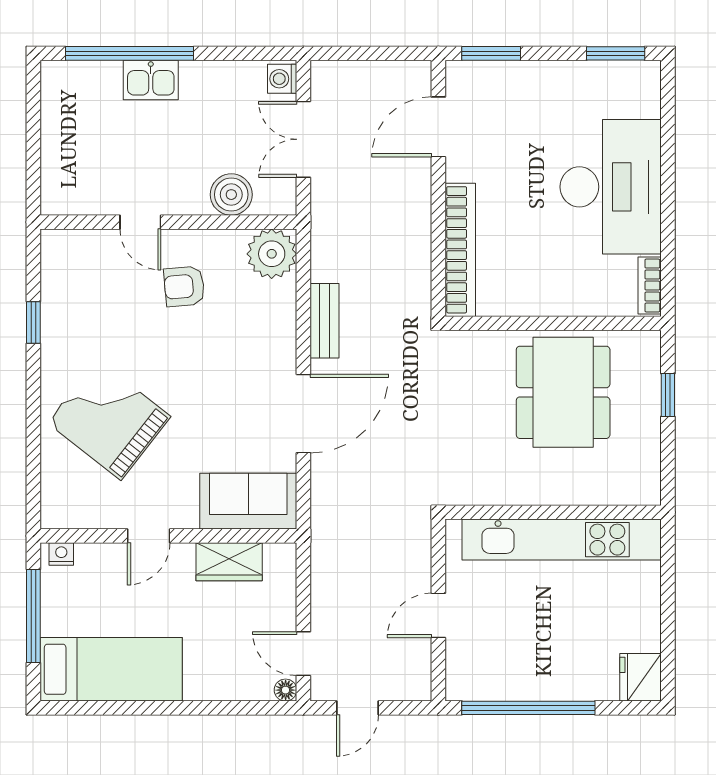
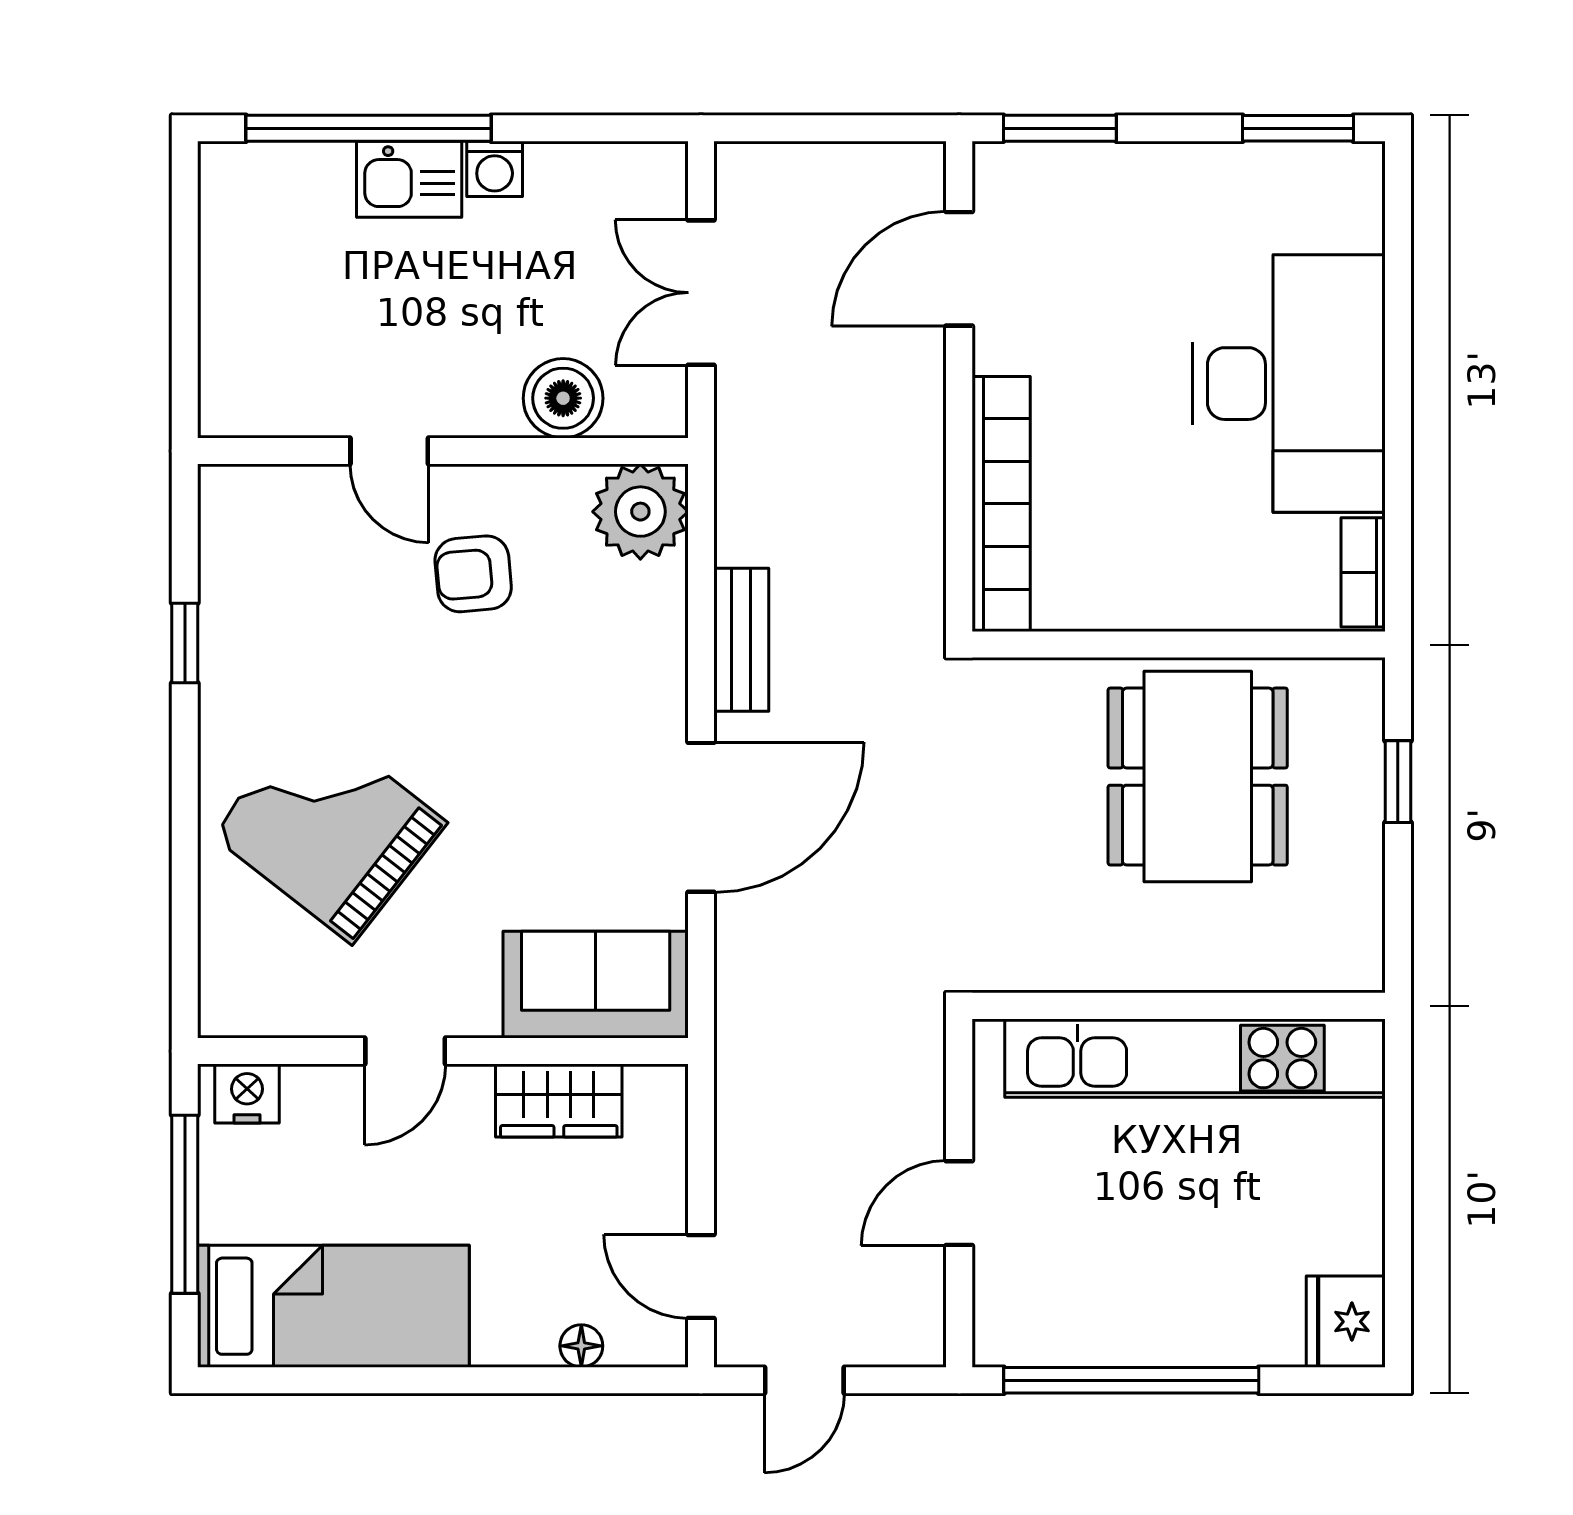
washing machine: (282, 79) -> (495, 169), moved, turned -90
nightstand: (61, 554) -> (247, 1093), width x1.39, depth x1.35
floor lamp: (286, 690) -> (581, 1346), moved

